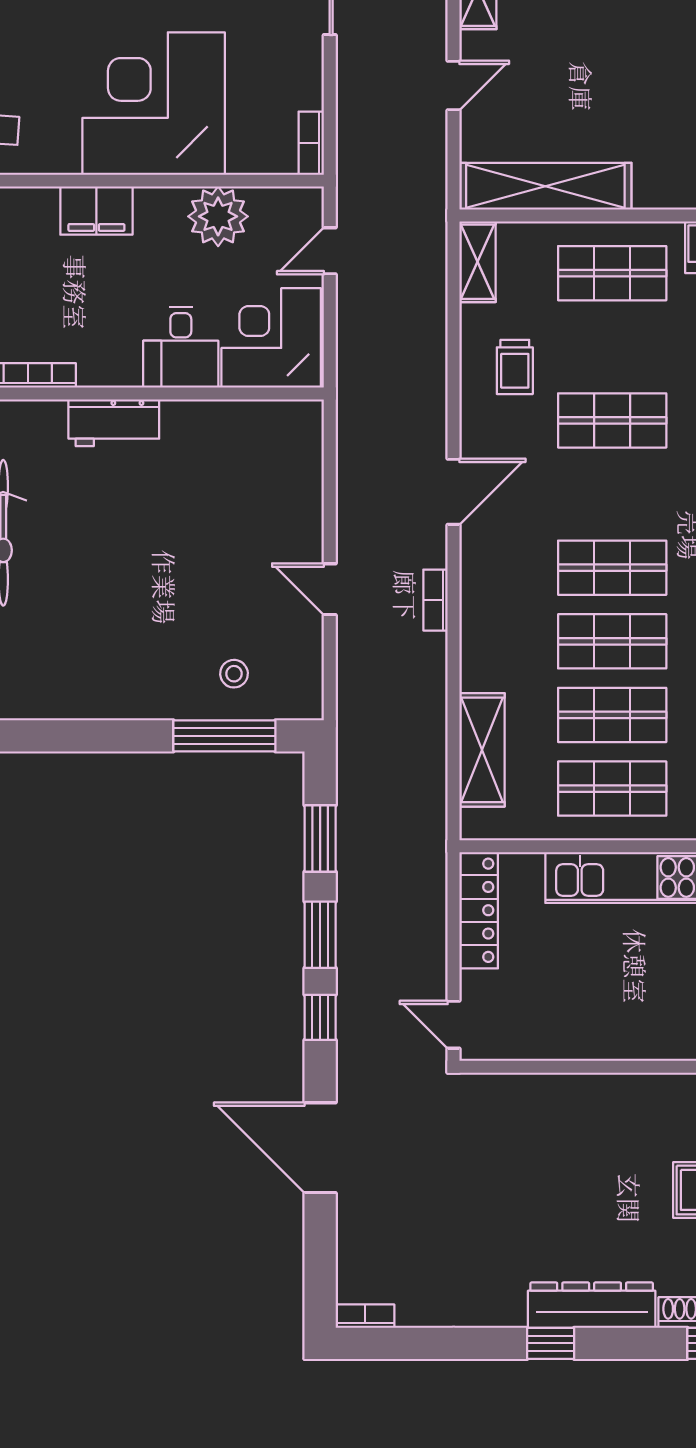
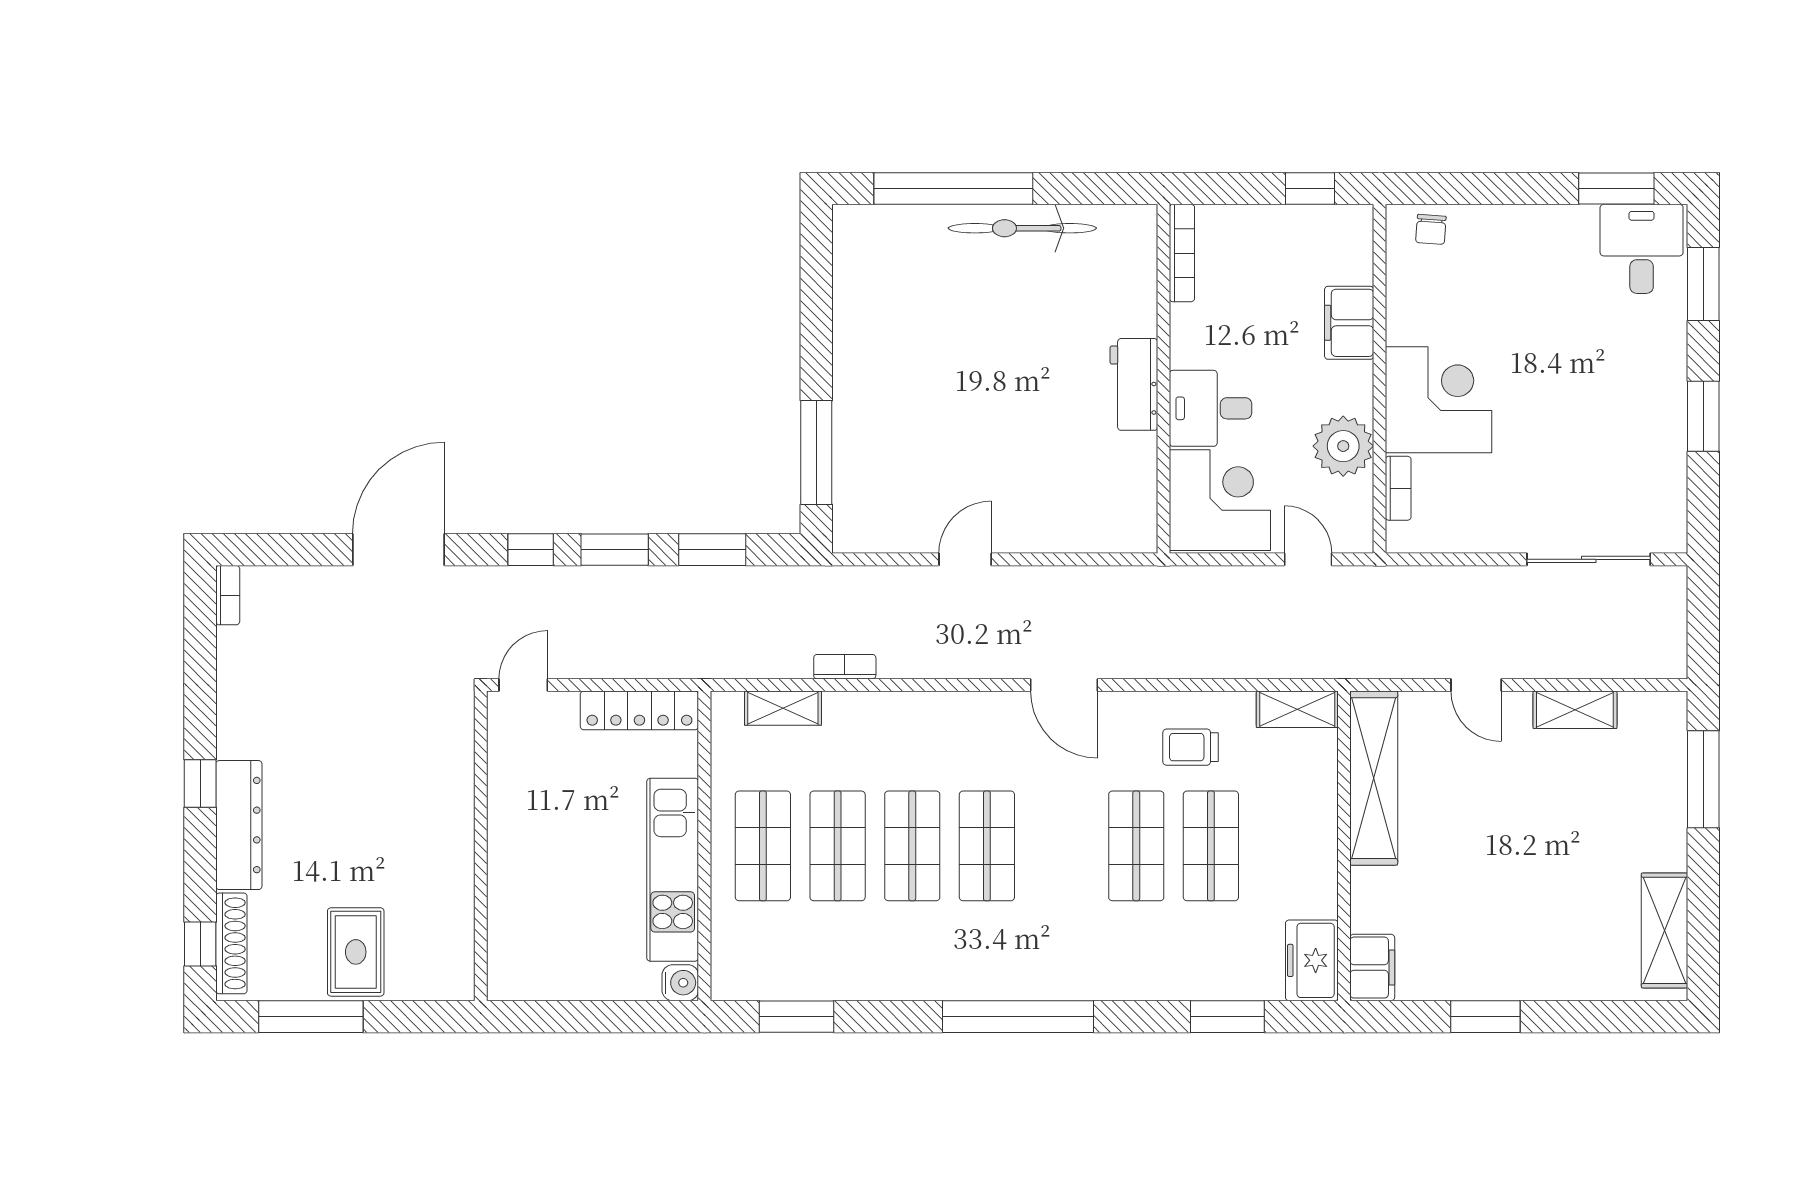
corner desk: (154, 104) -> (1438, 400), width x0.74, depth x0.74
bookcase: (311, 143) -> (1398, 488), moved, turned 90
shop shelf: (612, 273) -> (1211, 846), moved
workbench: (114, 423) -> (1134, 384), moved
bookcase: (436, 600) -> (845, 667), moved
stool: (234, 674) -> (879, 462), removed
shelving: (482, 750) -> (783, 708), width x0.67, depth x0.75

